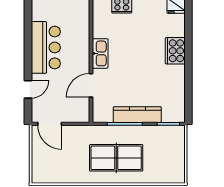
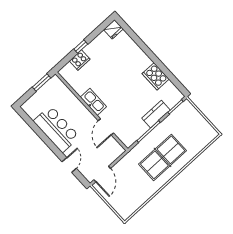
cooker: (175, 51) -> (156, 76), moved
kitchen counter: (137, 115) -> (156, 114), width x0.67
door: (50, 124) -> (102, 174), hinge flipped

